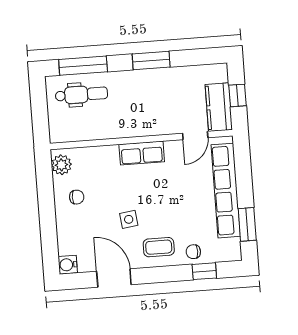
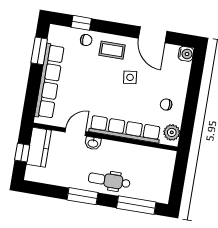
dental chair: (81, 94) -> (109, 181), moved
washbasin: (154, 128) -> (93, 143), added
door: (195, 136) -> (75, 132), moved
row of seats: (142, 153) -> (125, 129), width x2.02

